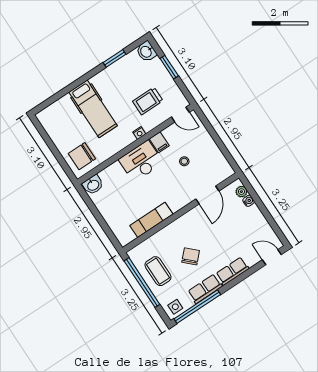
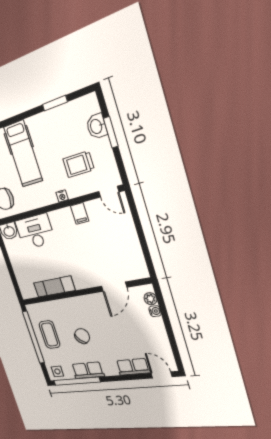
washbasin: (146, 52) -> (97, 126), moved
desk: (141, 161) -> (35, 232), moved
stool: (184, 161) -> (100, 243), removed
row of seats: (232, 271) -> (133, 367), moved

